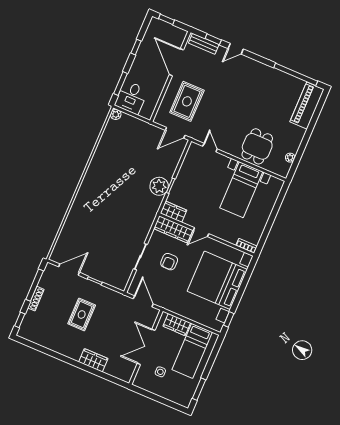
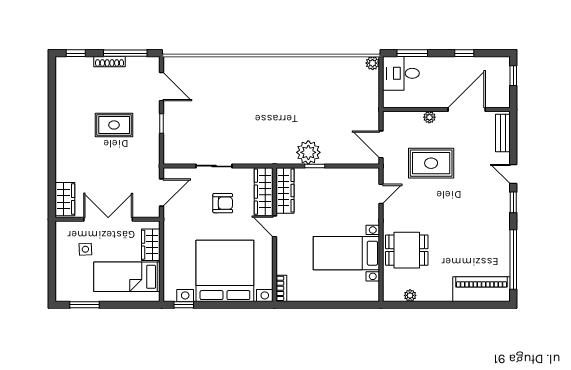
window: (213, 39) -> (513, 202), moved
plant: (171, 91) -> (429, 117), added
rug: (187, 101) -> (431, 163), moved
wardrobe: (174, 212) -> (285, 191), width x1.50
armchair: (169, 262) -> (223, 203), turned 180
wardrobe: (93, 360) -> (65, 199), moved

